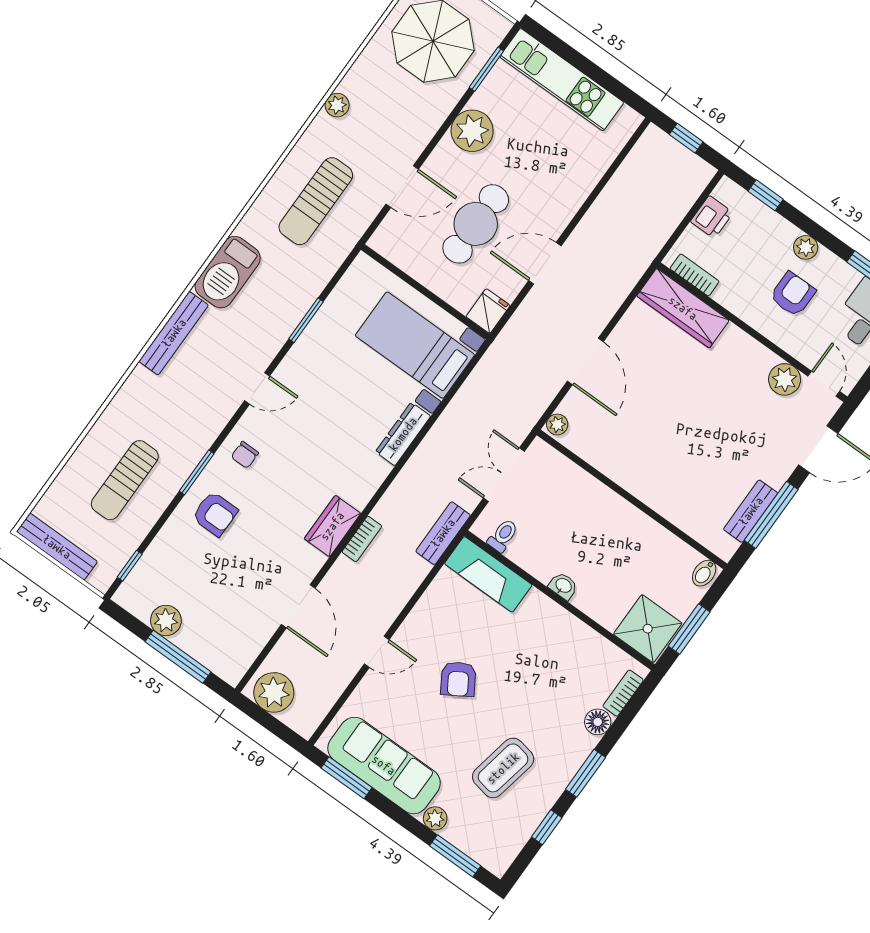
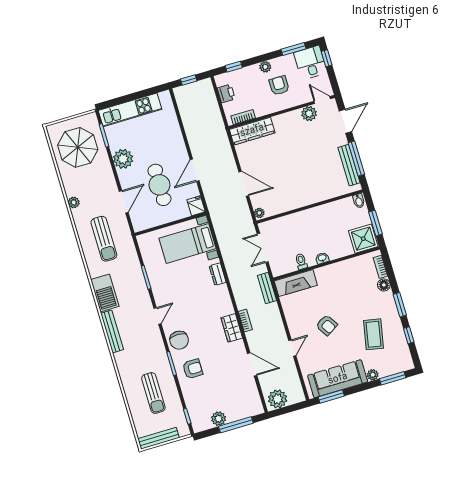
dresser: (403, 434) -> (218, 274), width x0.70
chair: (245, 455) -> (179, 340), width x1.87, depth x1.87
bench: (751, 511) -> (349, 165), width x1.36
toilet: (503, 536) -> (301, 261), moved

